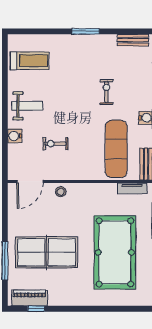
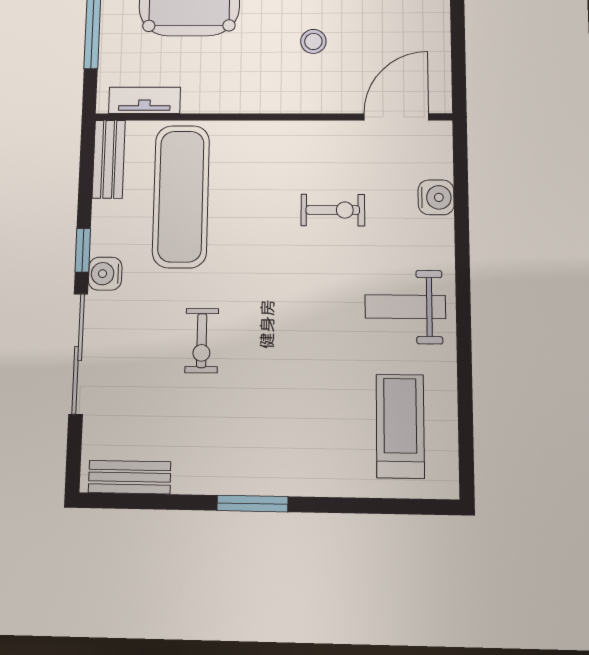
treadmill: (30, 61) -> (400, 426), turned 90
water cooler: (15, 136) -> (436, 197), moved
stool: (61, 192) -> (313, 41), moved

